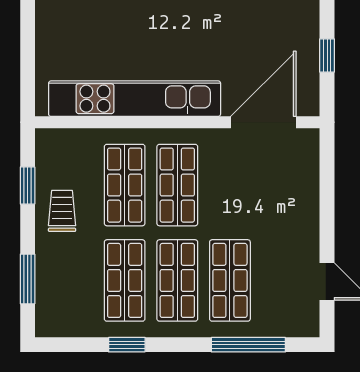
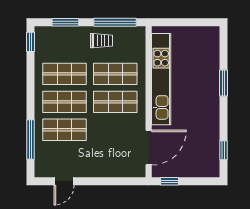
window: (327, 56) -> (169, 181), moved
door: (263, 122) -> (149, 148), hinge flipped
window: (28, 186) -> (115, 22), width x2.17
window: (127, 345) -> (30, 42), moved

